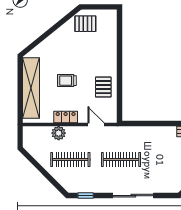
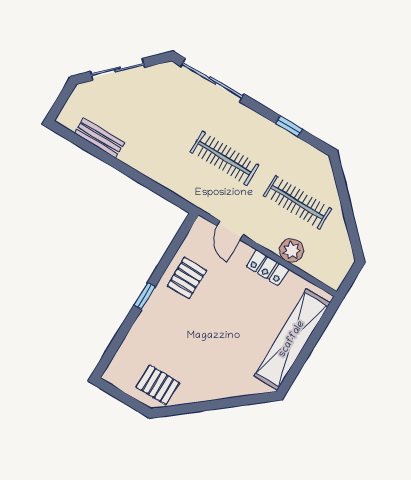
window: (119, 65) -> (145, 296), added
trolley: (67, 81) -> (234, 319), removed
window: (86, 196) -> (289, 126), moved
sliding door: (133, 196) -> (212, 80), moved

